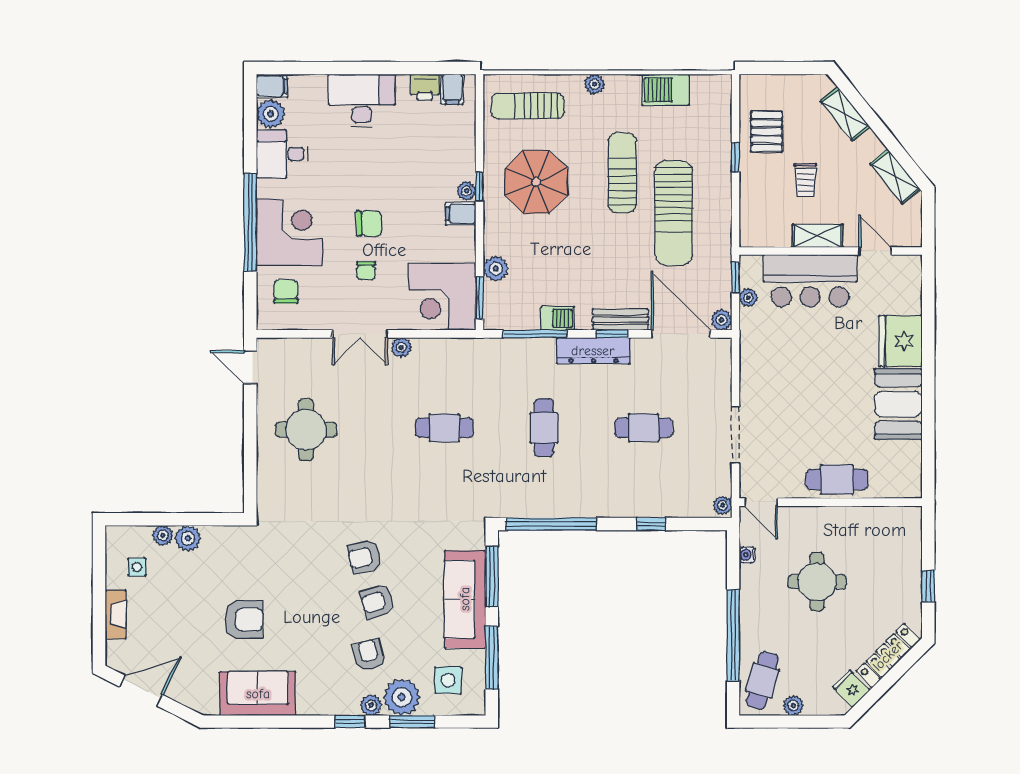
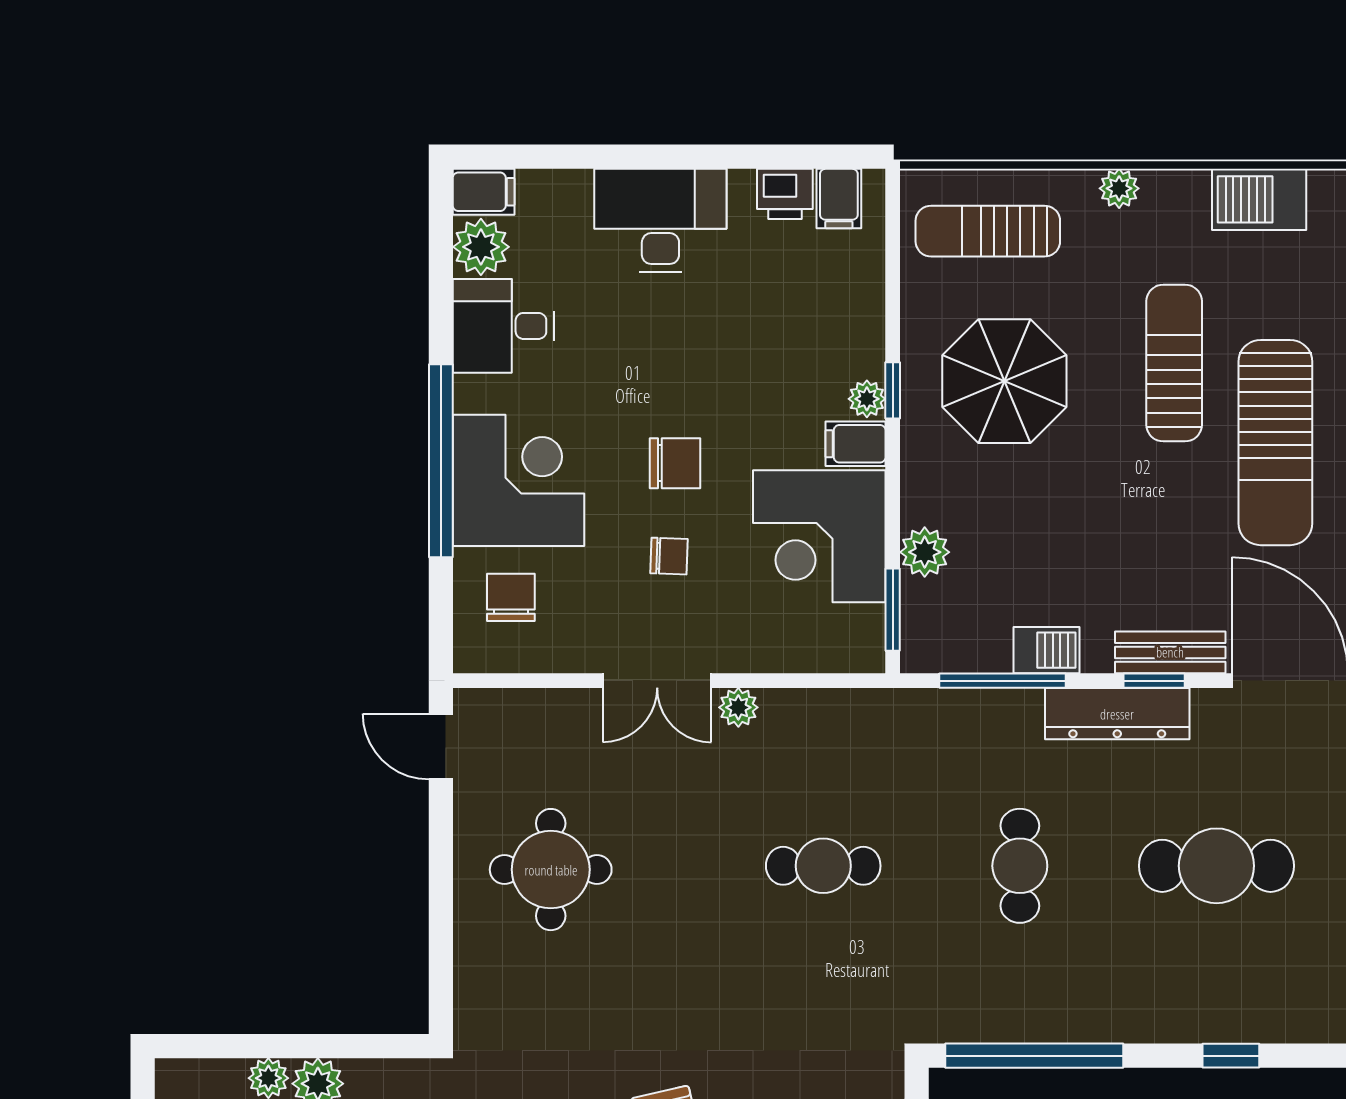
chair: (366, 271) -> (669, 556), turned -88
corner desk: (442, 297) -> (819, 536), moved
cafe table: (644, 428) -> (1216, 866), width x1.37, depth x1.35

